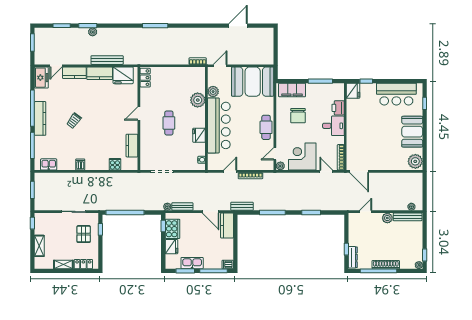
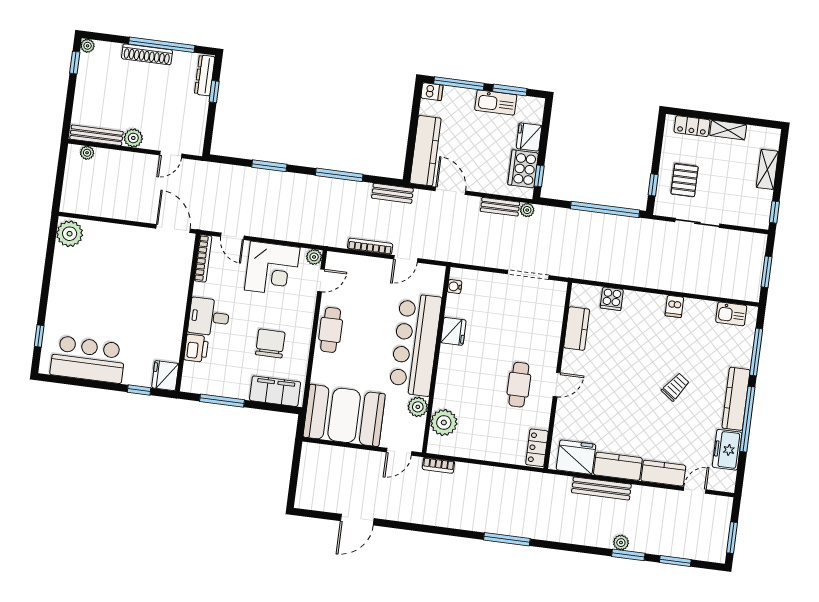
freezer: (41, 78) -> (727, 450), moved
plant: (198, 100) -> (444, 422), moved
cafe table: (169, 123) -> (519, 385), moved
booth: (412, 132) -> (68, 288), removed
kitchen counter: (227, 226) -> (425, 151), width x1.50

